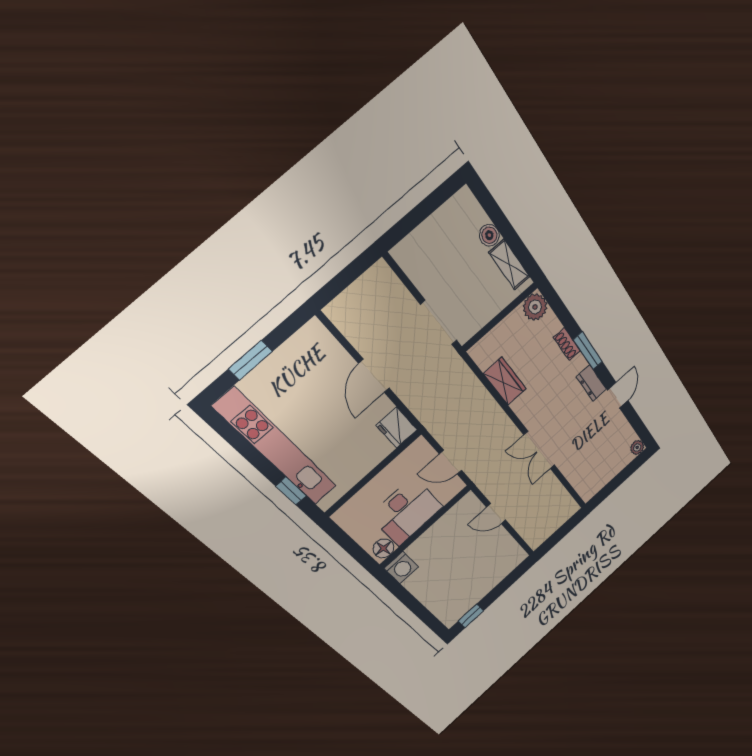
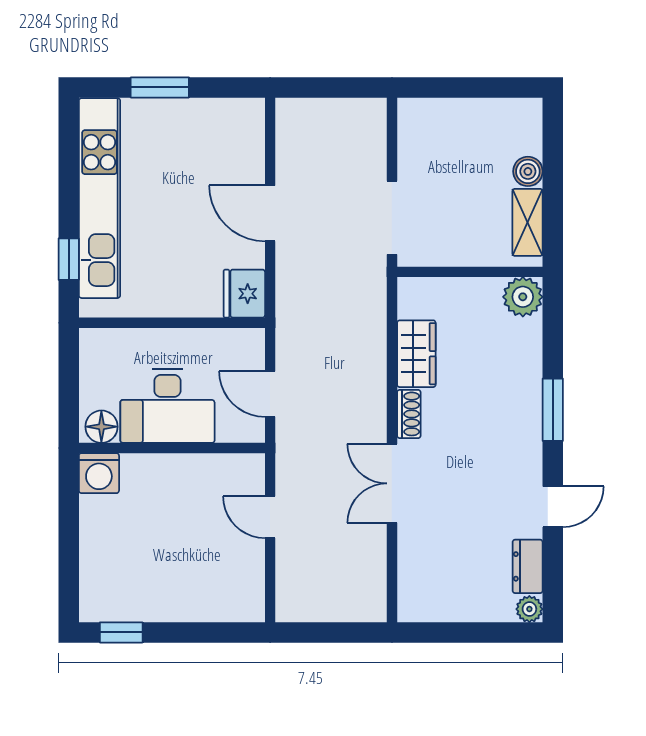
shoe rack: (567, 344) -> (409, 414), moved, turned 180
door: (374, 376) -> (270, 213), hinge flipped
dresser: (591, 383) -> (528, 566), moved

